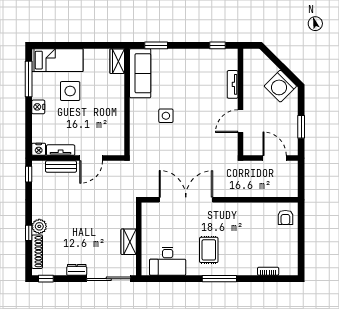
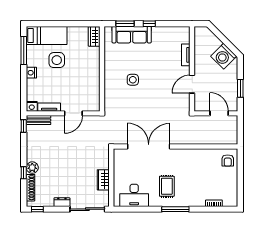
window: (217, 45) -> (149, 24), moved
sofa: (140, 73) -> (132, 35), moved, turned 90
bench: (61, 167) -> (38, 120), moved

